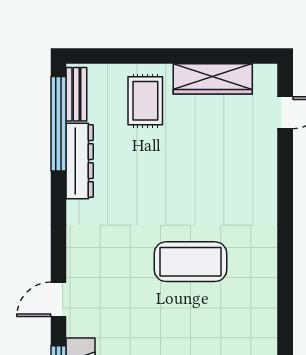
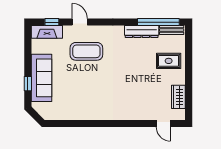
wardrobe: (213, 79) -> (178, 97), width x0.67
coffee table: (190, 262) -> (86, 51), moved, turned 90

